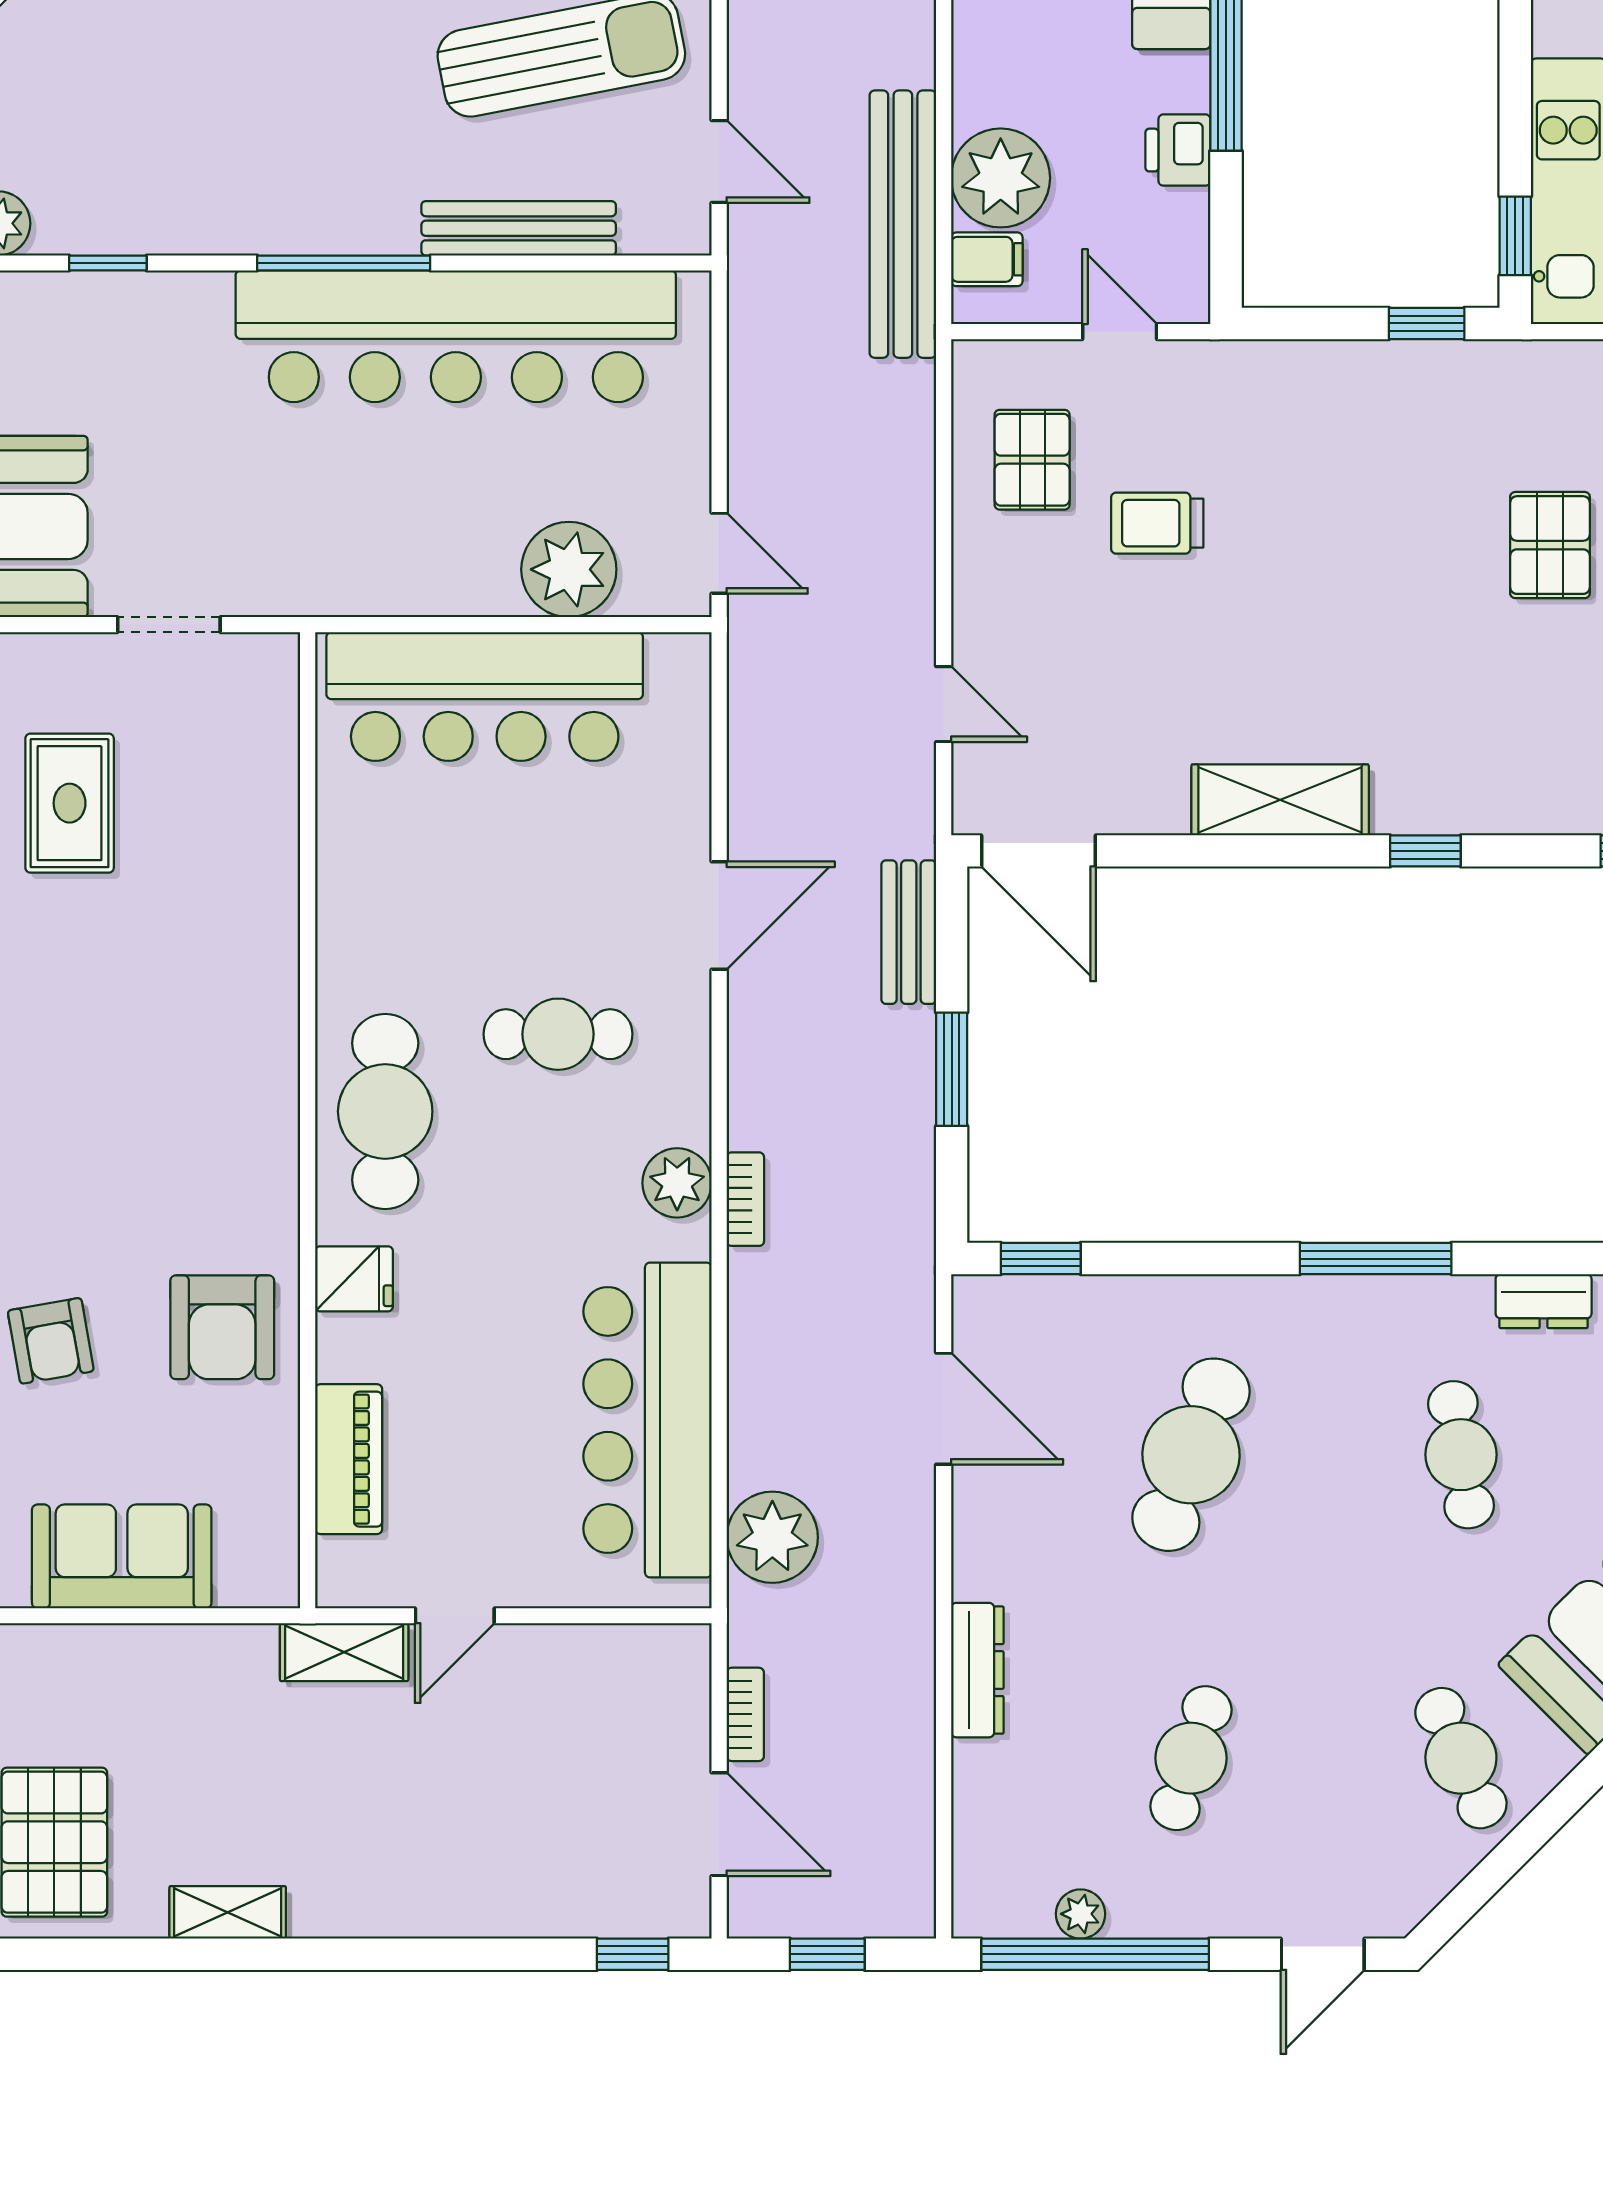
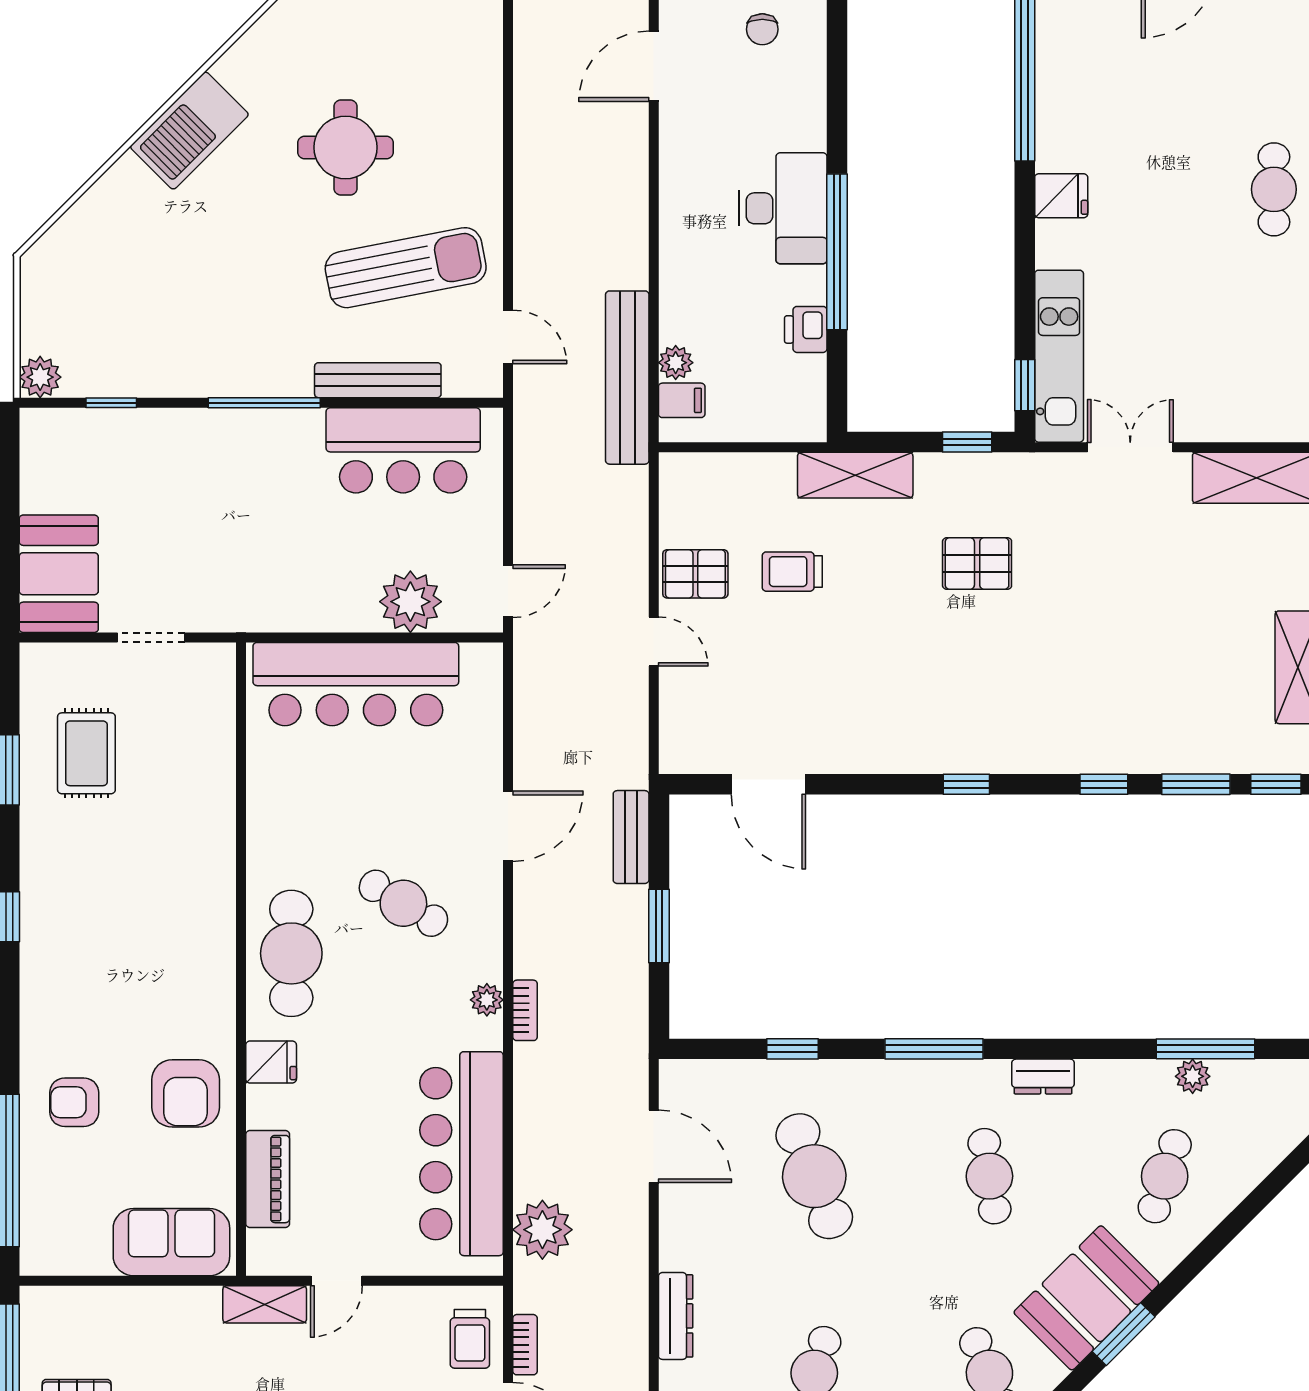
plant: (1001, 178) -> (676, 363), width x0.53, depth x0.53
door: (1120, 332) -> (768, 447), removed
bar counter: (456, 336) -> (403, 450), width x0.54
pallet: (1032, 460) -> (695, 574), moved, turned 90
pallet: (1550, 545) -> (977, 563), moved, turned 90
door: (719, 553) -> (508, 591), hinge flipped
door: (944, 704) -> (654, 642), moved
shelving: (1280, 800) -> (855, 475), moved
door: (1039, 851) -> (768, 784), moved
cafe table: (558, 1034) -> (403, 903), turned 31
plant: (677, 1183) -> (487, 1000), width x0.73, depth x0.73
window: (1041, 1259) -> (793, 1049), moved
armchair: (51, 1341) -> (74, 1102), turned 100
cafe table: (1191, 1455) -> (814, 1176), turned -42
sofa: (122, 1556) -> (171, 1242), moved
trolley: (660, 1705) -> (470, 1339), added

